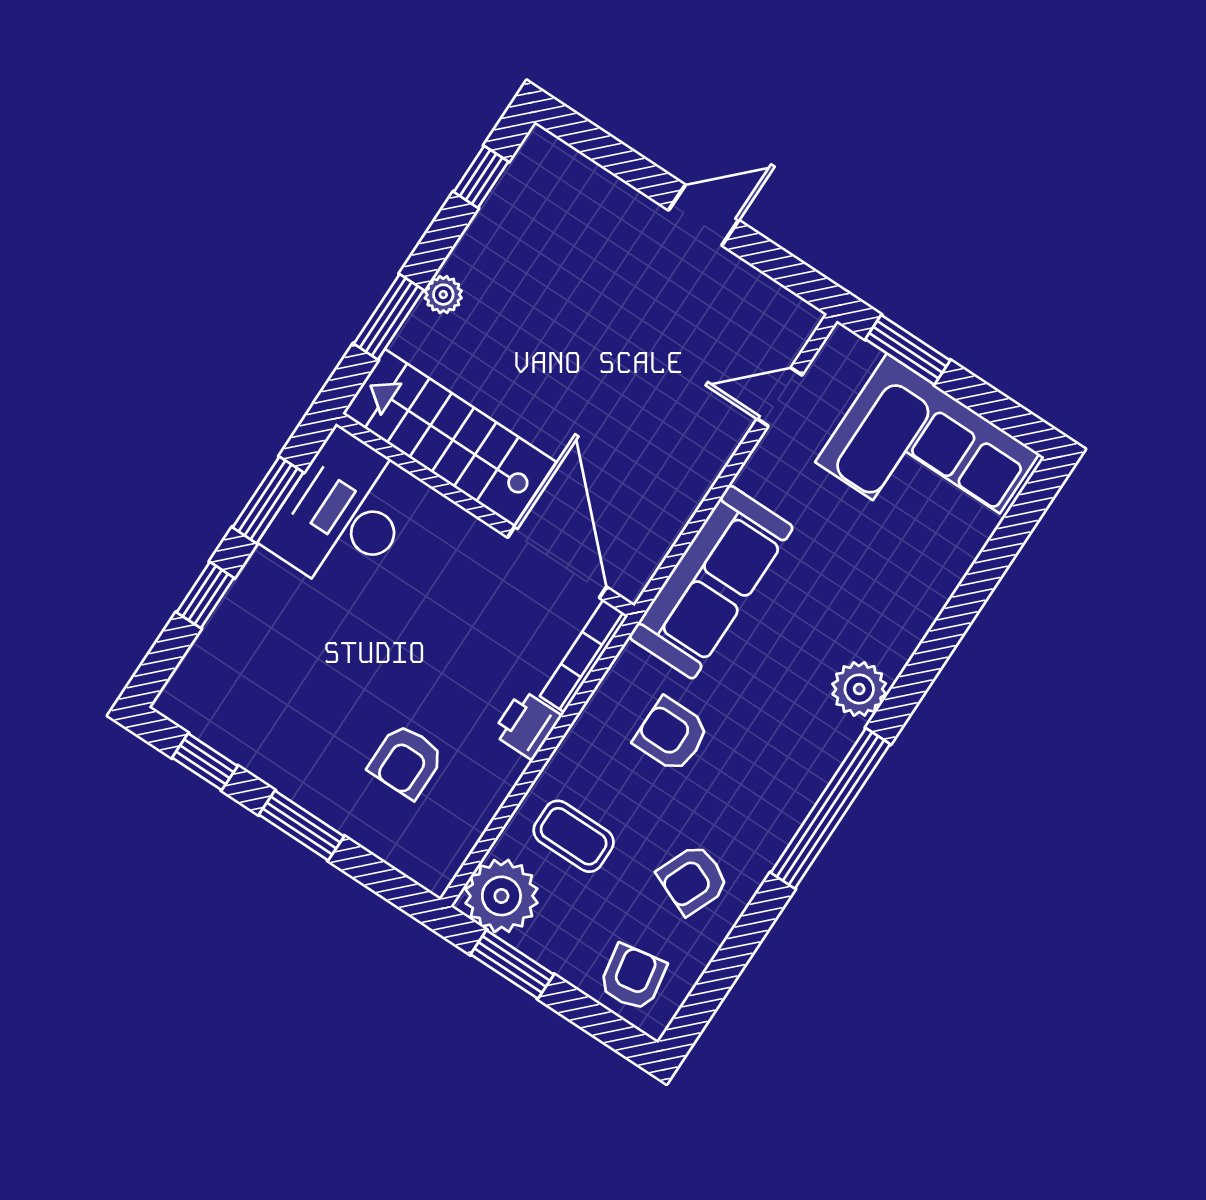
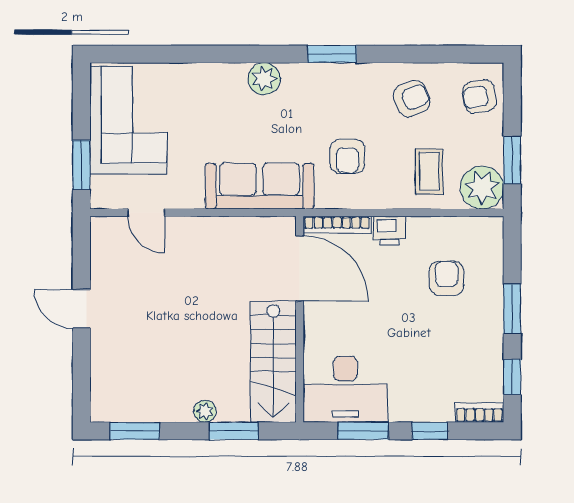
window: (481, 177) -> (135, 431), width x1.50
door: (557, 562) -> (300, 268), swing flipped
bookcase: (185, 682) -> (479, 413), added
armchair: (406, 761) -> (447, 278), turned -90
window: (830, 808) -> (332, 54), width x0.47
armchair: (693, 880) -> (412, 99), turned -46

